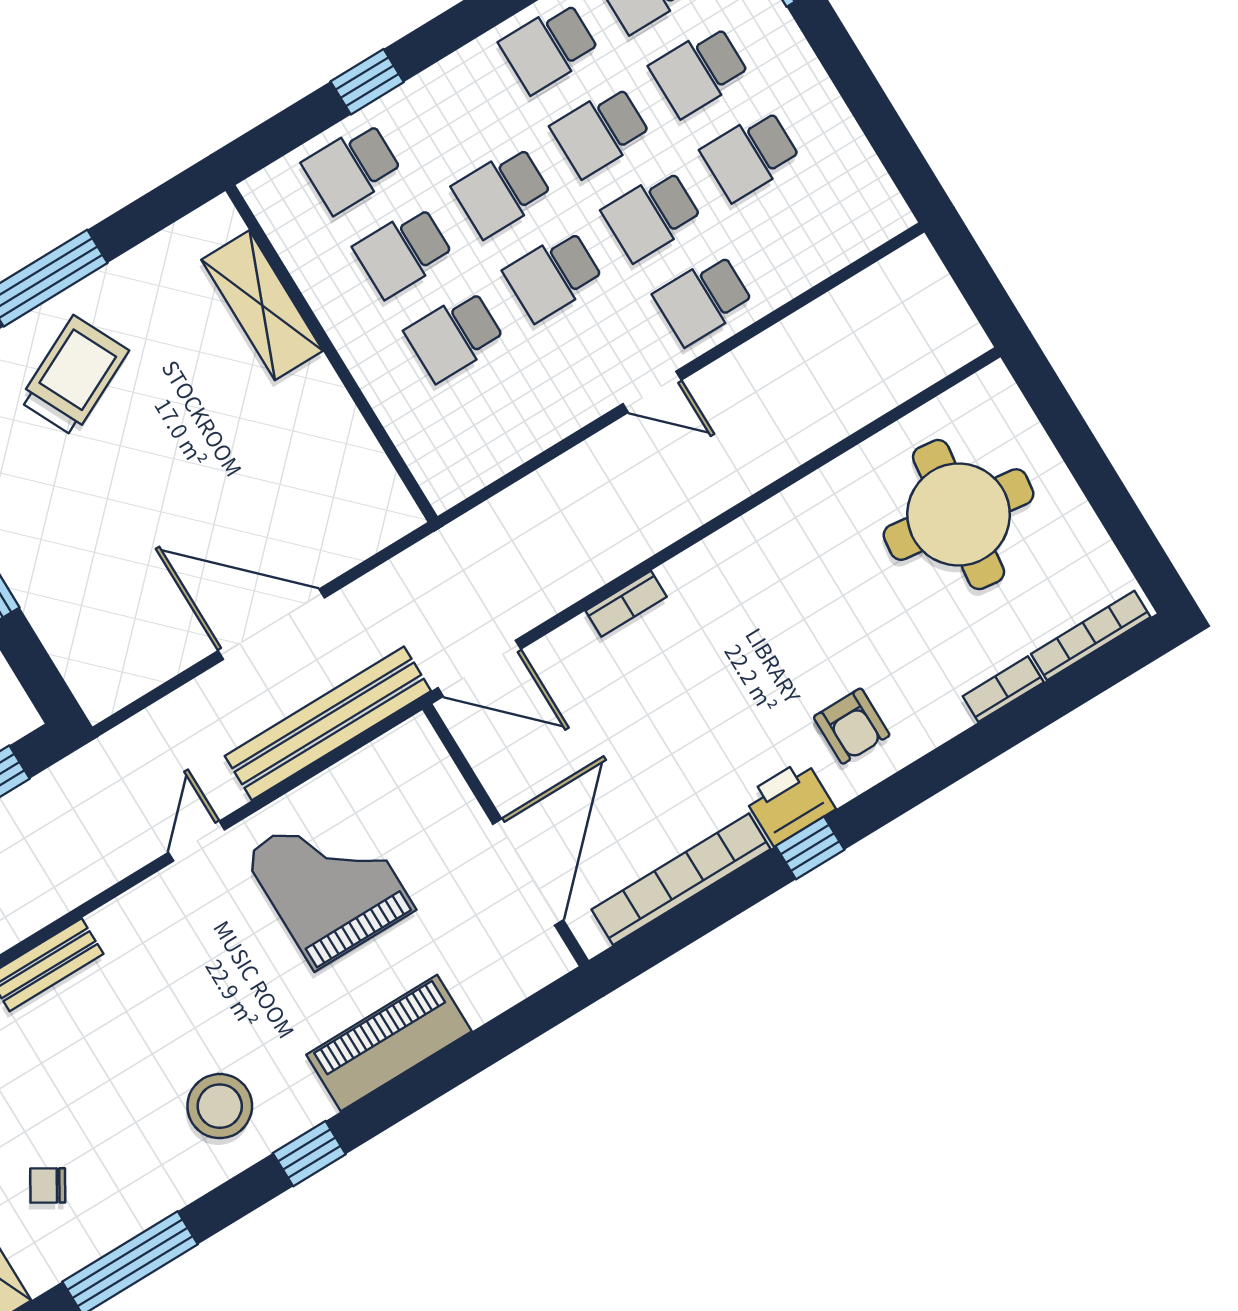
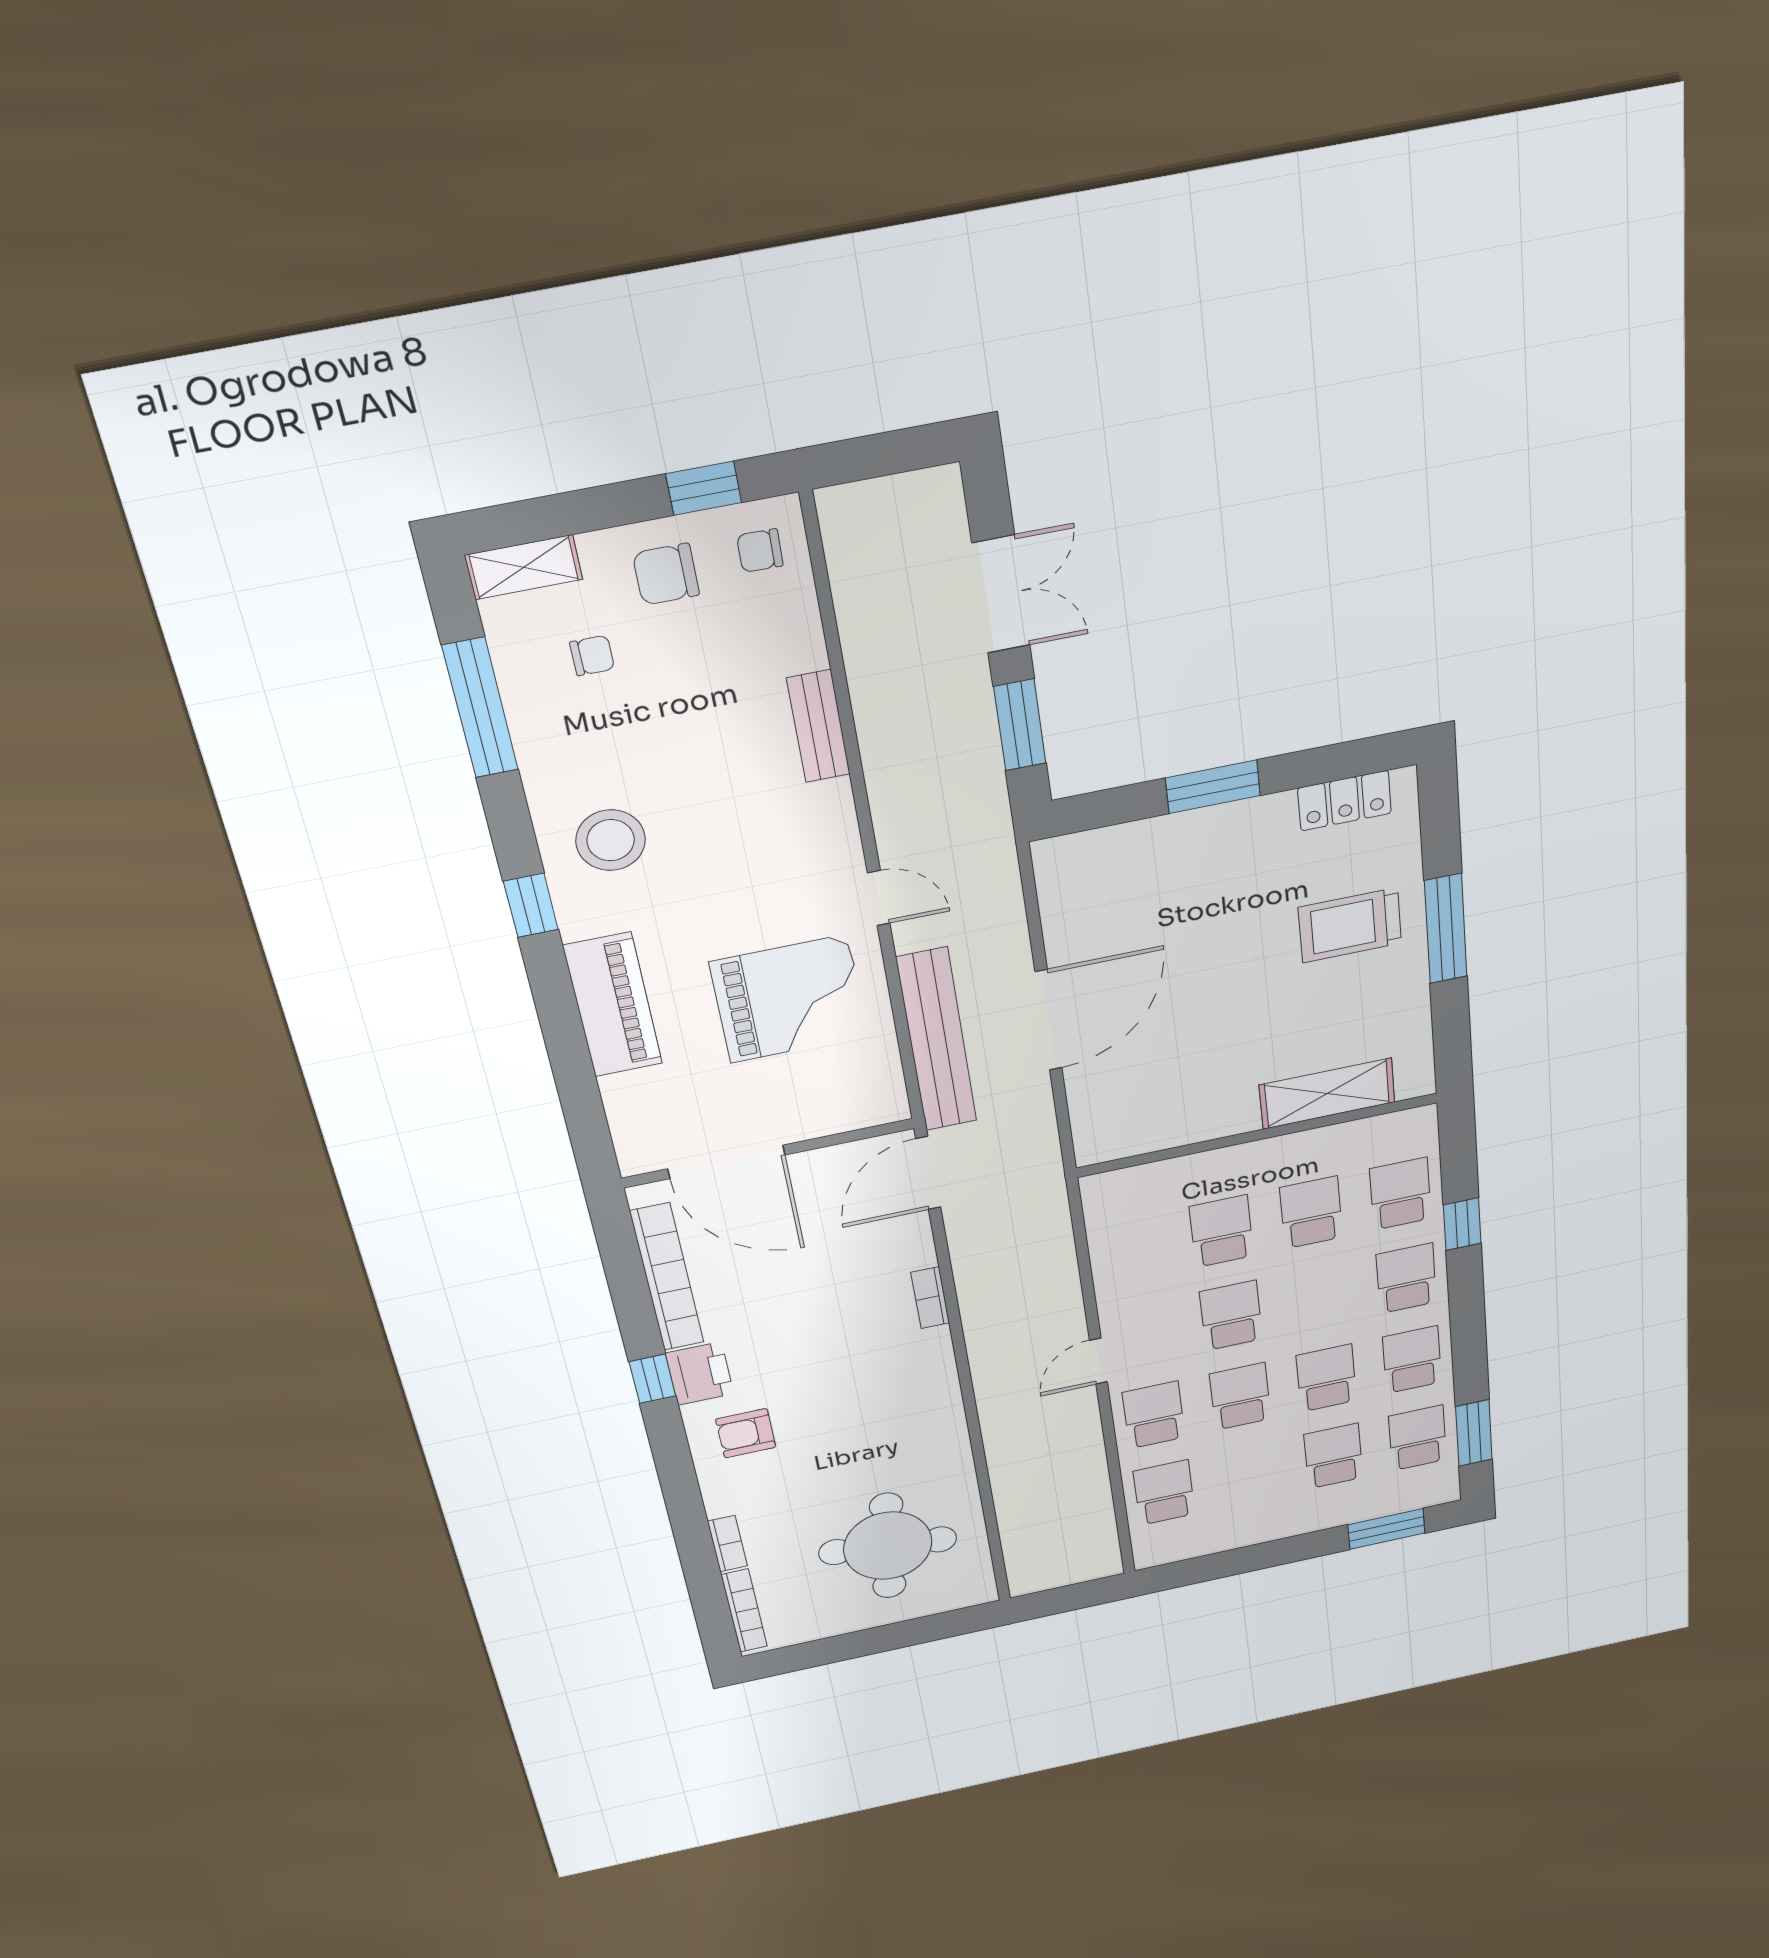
school desk: (751, 155) -> (1164, 1493), moved
school desk: (502, 192) -> (1406, 1278), moved
trolley: (74, 376) -> (1350, 925), turned 116
chair: (48, 1185) -> (592, 655), turned 59

